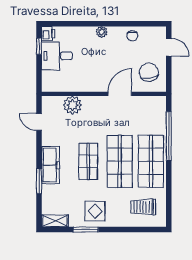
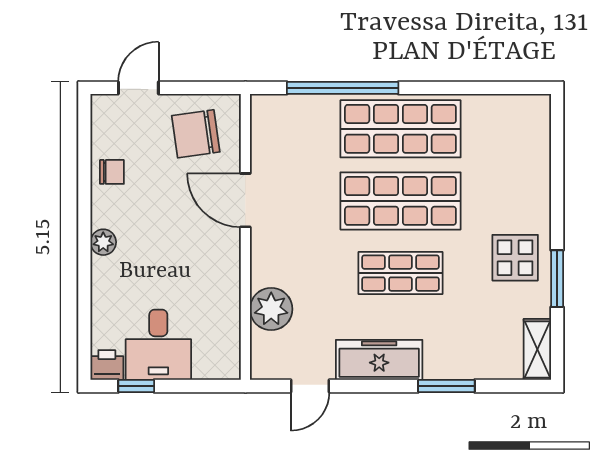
freezer: (50, 165) -> (379, 360), moved
trolley: (143, 207) -> (505, 147), removed

